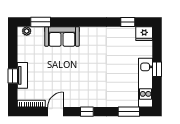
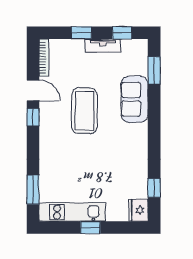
plant: (27, 31) -> (142, 51), removed
window: (13, 46) -> (122, 33), added
coffee table: (70, 74) -> (84, 111), added
tv unit: (22, 75) -> (103, 46), moved
window: (87, 112) -> (33, 117), moved

